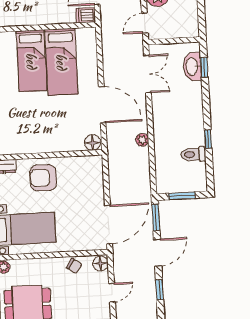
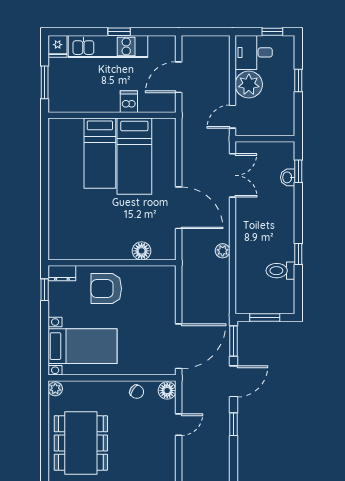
dishwasher: (86, 15) -> (129, 102), moved, turned 90
washbasin: (192, 67) -> (288, 177), width x0.52, depth x0.69
floor lamp: (92, 142) -> (142, 251), moved

